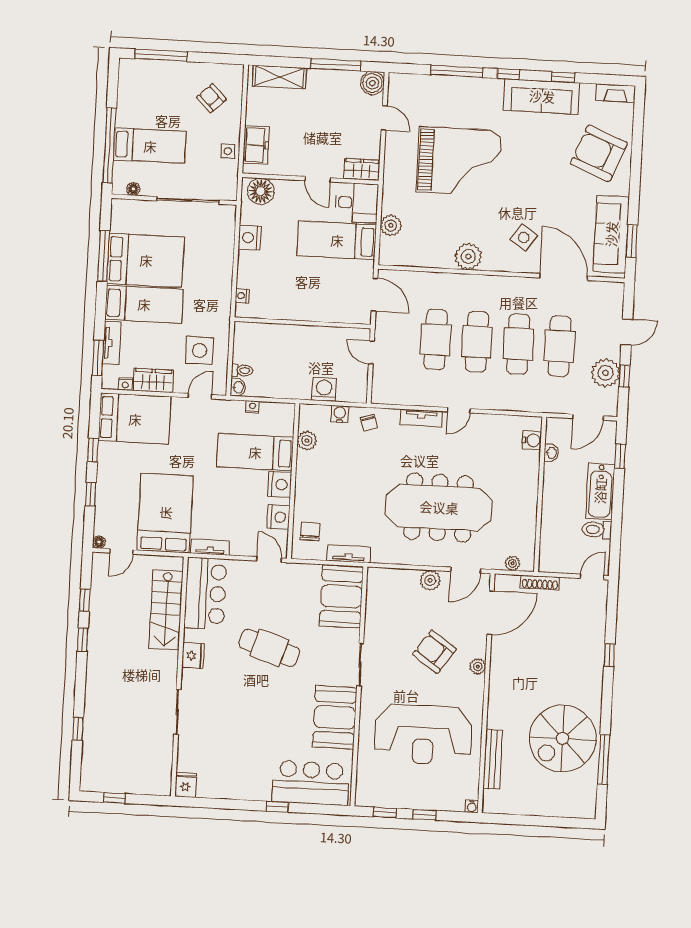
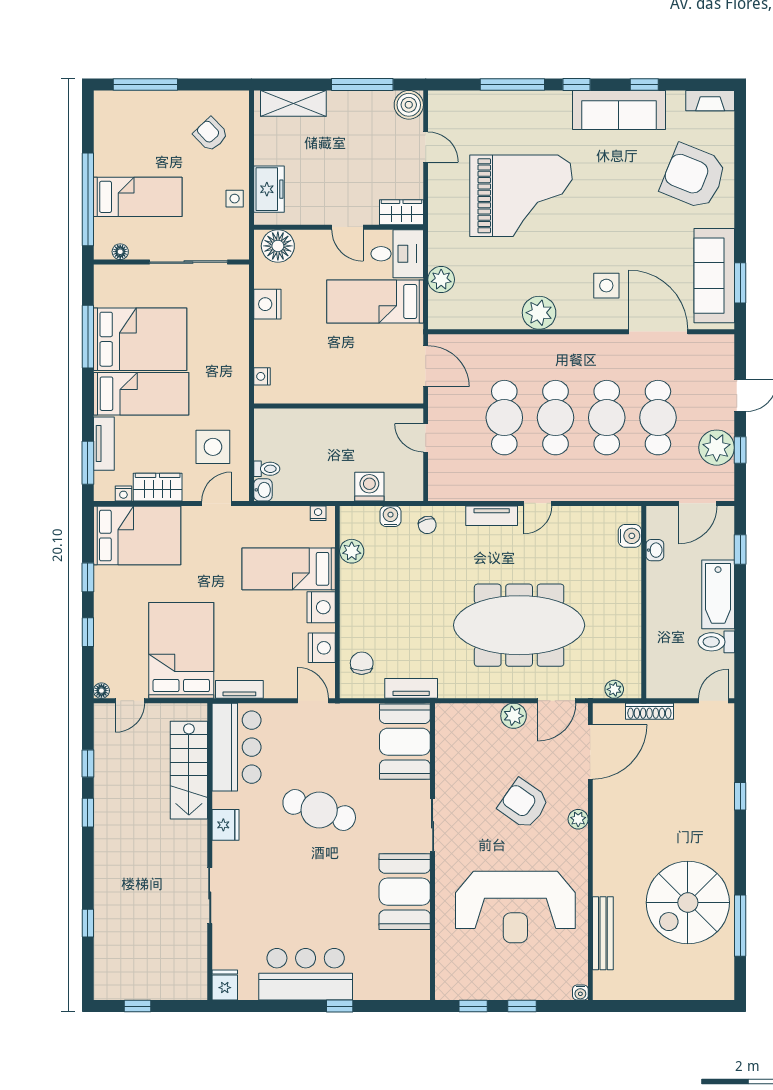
side table: (524, 237) -> (606, 286), turned -33
nightstand: (252, 407) -> (318, 513), moved
bar counter: (311, 783) -> (306, 974), moved

